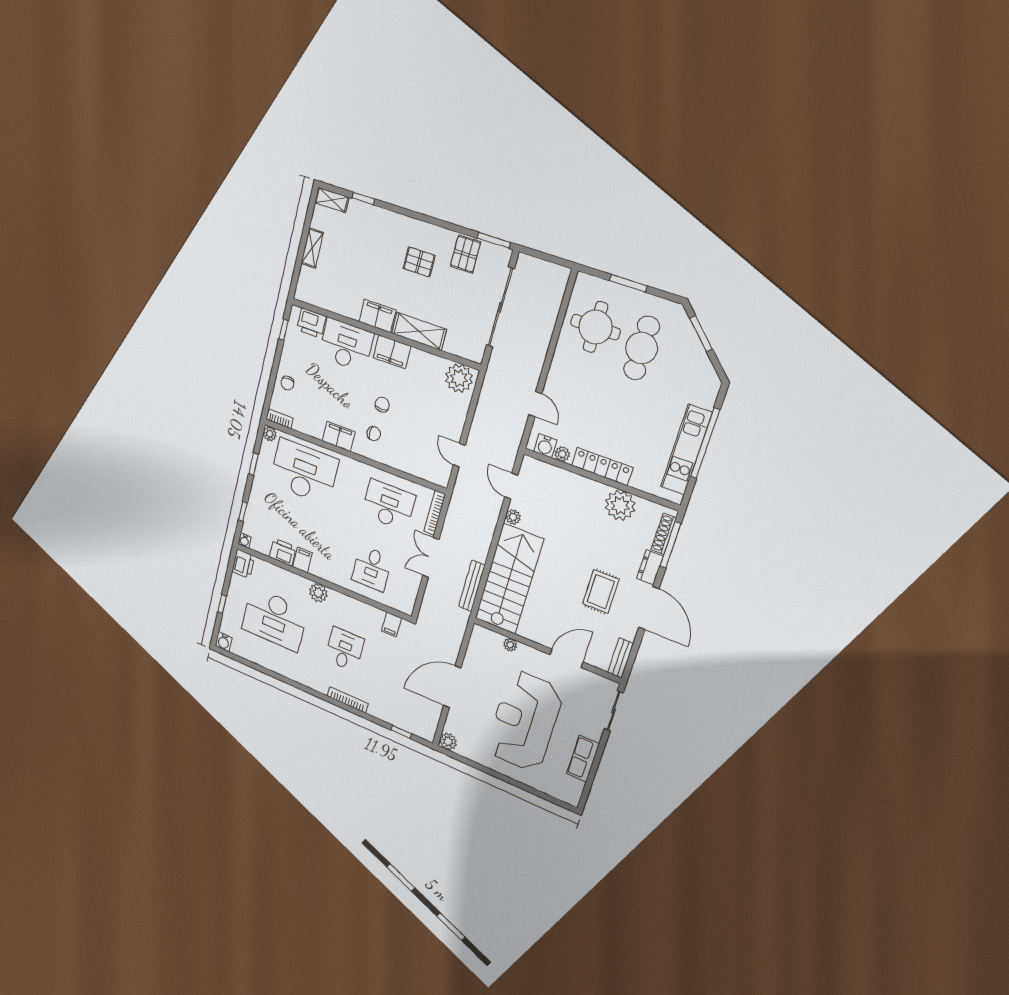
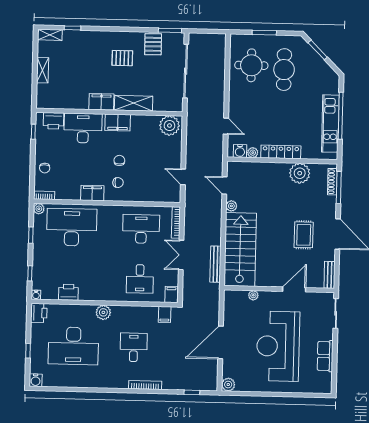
filing cabinet: (302, 560) -> (171, 294), moved
dresser: (650, 567) -> (330, 207), removed

